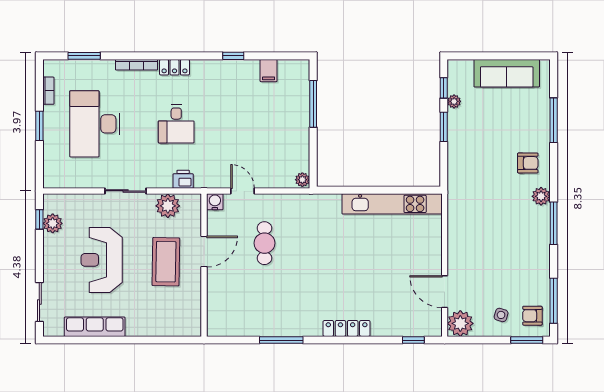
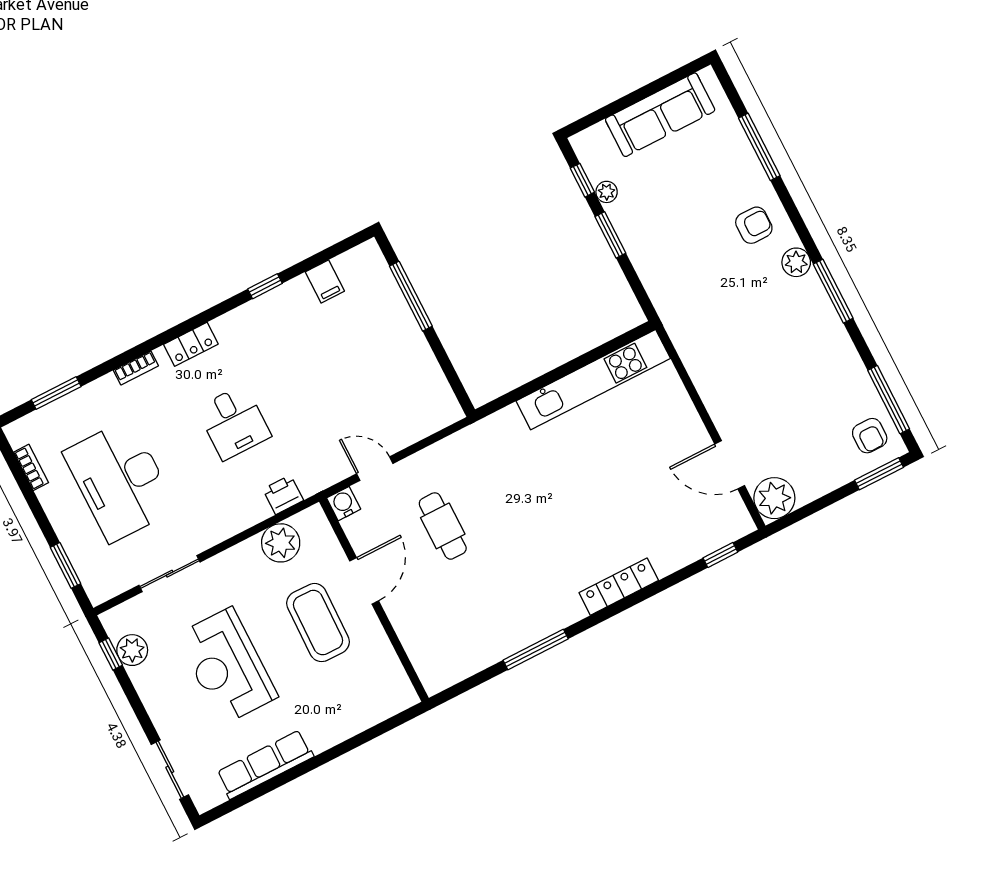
bookcase: (137, 65) -> (136, 368), width x0.64
window: (39, 126) -> (65, 565), moved
plant: (302, 180) -> (450, 410), removed
sliding door: (126, 191) -> (170, 574), moved
side table: (501, 315) -> (825, 457), removed
armchair: (532, 316) -> (870, 436), turned -90

